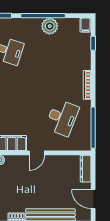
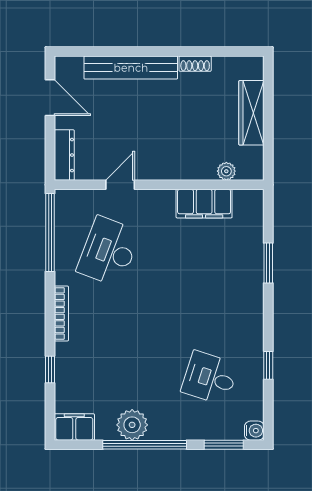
filing cabinet: (86, 25) -> (74, 427), width x2.00
window: (93, 43) -> (50, 370), moved
door: (37, 153) -> (120, 185), moved

